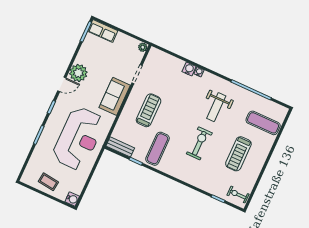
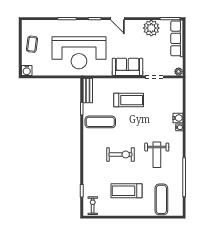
row of seats: (103, 31) -> (177, 38), width x1.48
plant: (78, 73) -> (151, 28), moved
weight bench: (216, 107) -> (157, 155), turned -90

